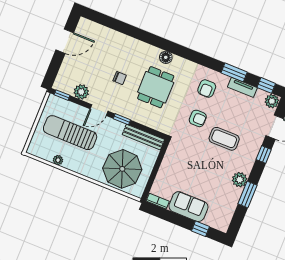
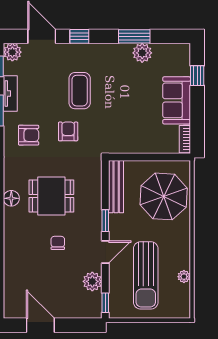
door: (99, 110) -> (105, 252), hinge flipped
plant: (240, 180) -> (142, 53), moved

